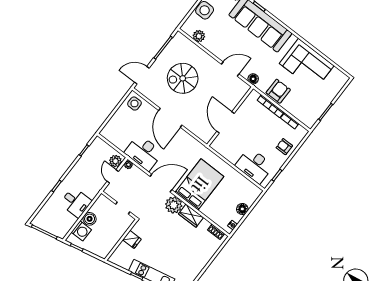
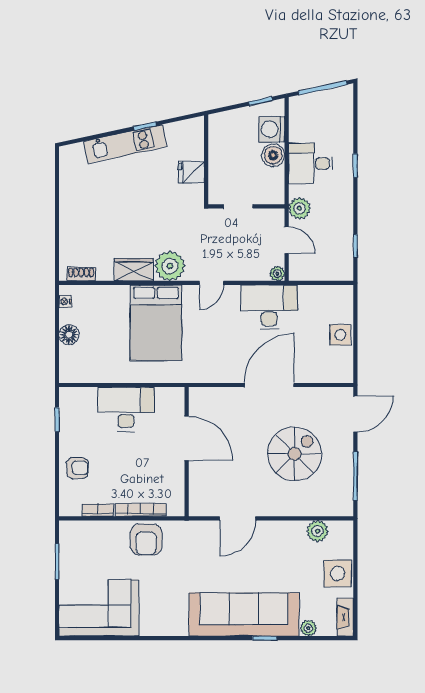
corner sofa: (307, 65) -> (99, 608), moved
floor lamp: (253, 79) -> (195, 530), removed
side table: (134, 104) -> (340, 335), moved
door: (170, 118) -> (269, 385), hinge flipped
plant: (115, 161) -> (299, 208), moved
desk: (254, 166) -> (126, 409), moved
door: (161, 183) -> (212, 283), width x0.53

